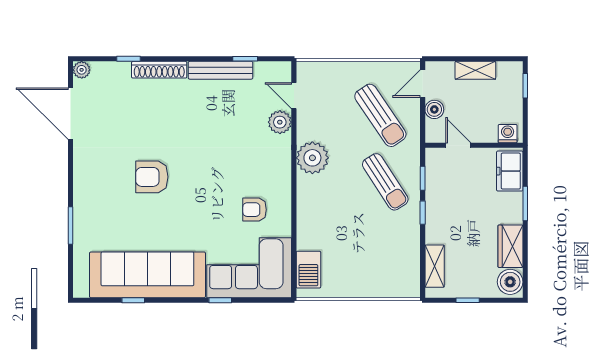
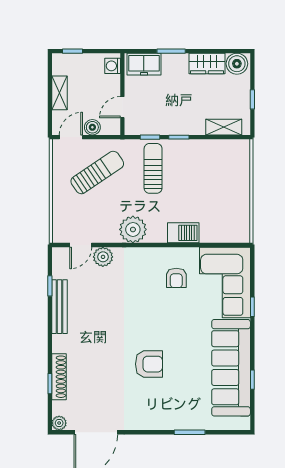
shoe rack: (159, 70) -> (59, 377), moved
door: (423, 84) -> (71, 137), swing flipped
armchair: (152, 177) -> (149, 364), turned -90
sun lounger: (385, 182) -> (153, 168), turned -57
barbecue: (308, 270) -> (183, 233), moved

